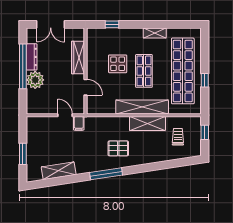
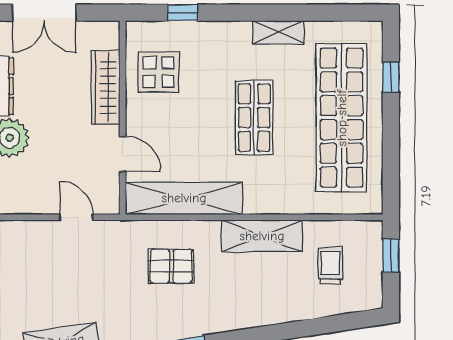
display table: (118, 64) -> (159, 72), moved
window: (205, 80) -> (391, 77), moved
shelving: (142, 107) -> (184, 198), moved
filing cabinet: (79, 123) -> (107, 235), removed
pallet: (118, 148) -> (171, 266), moved

